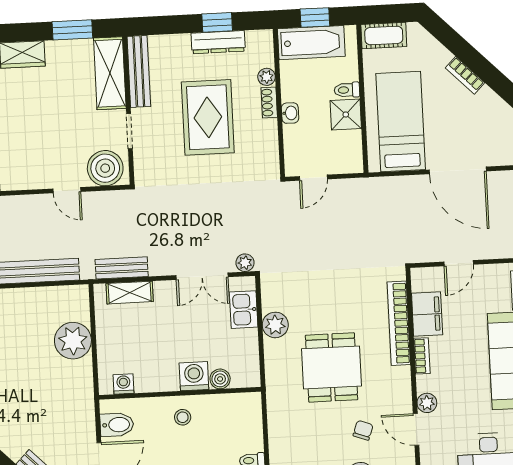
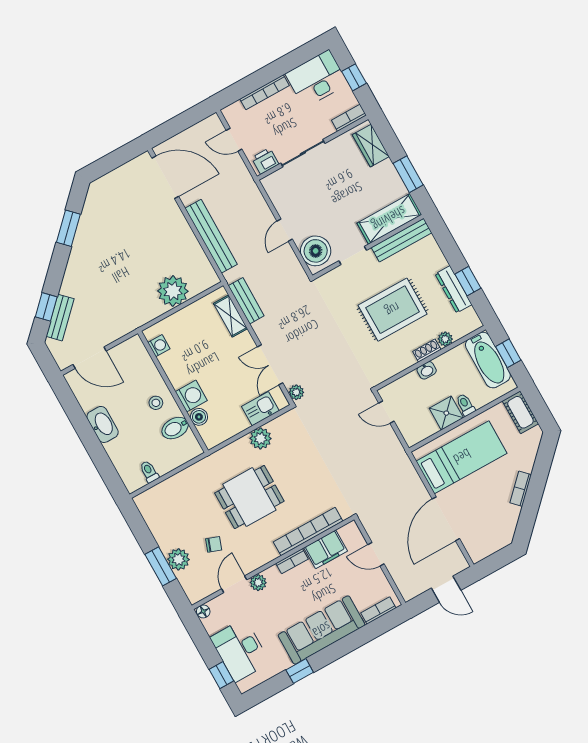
bidet: (117, 425) -> (175, 428), moved, turned 90

